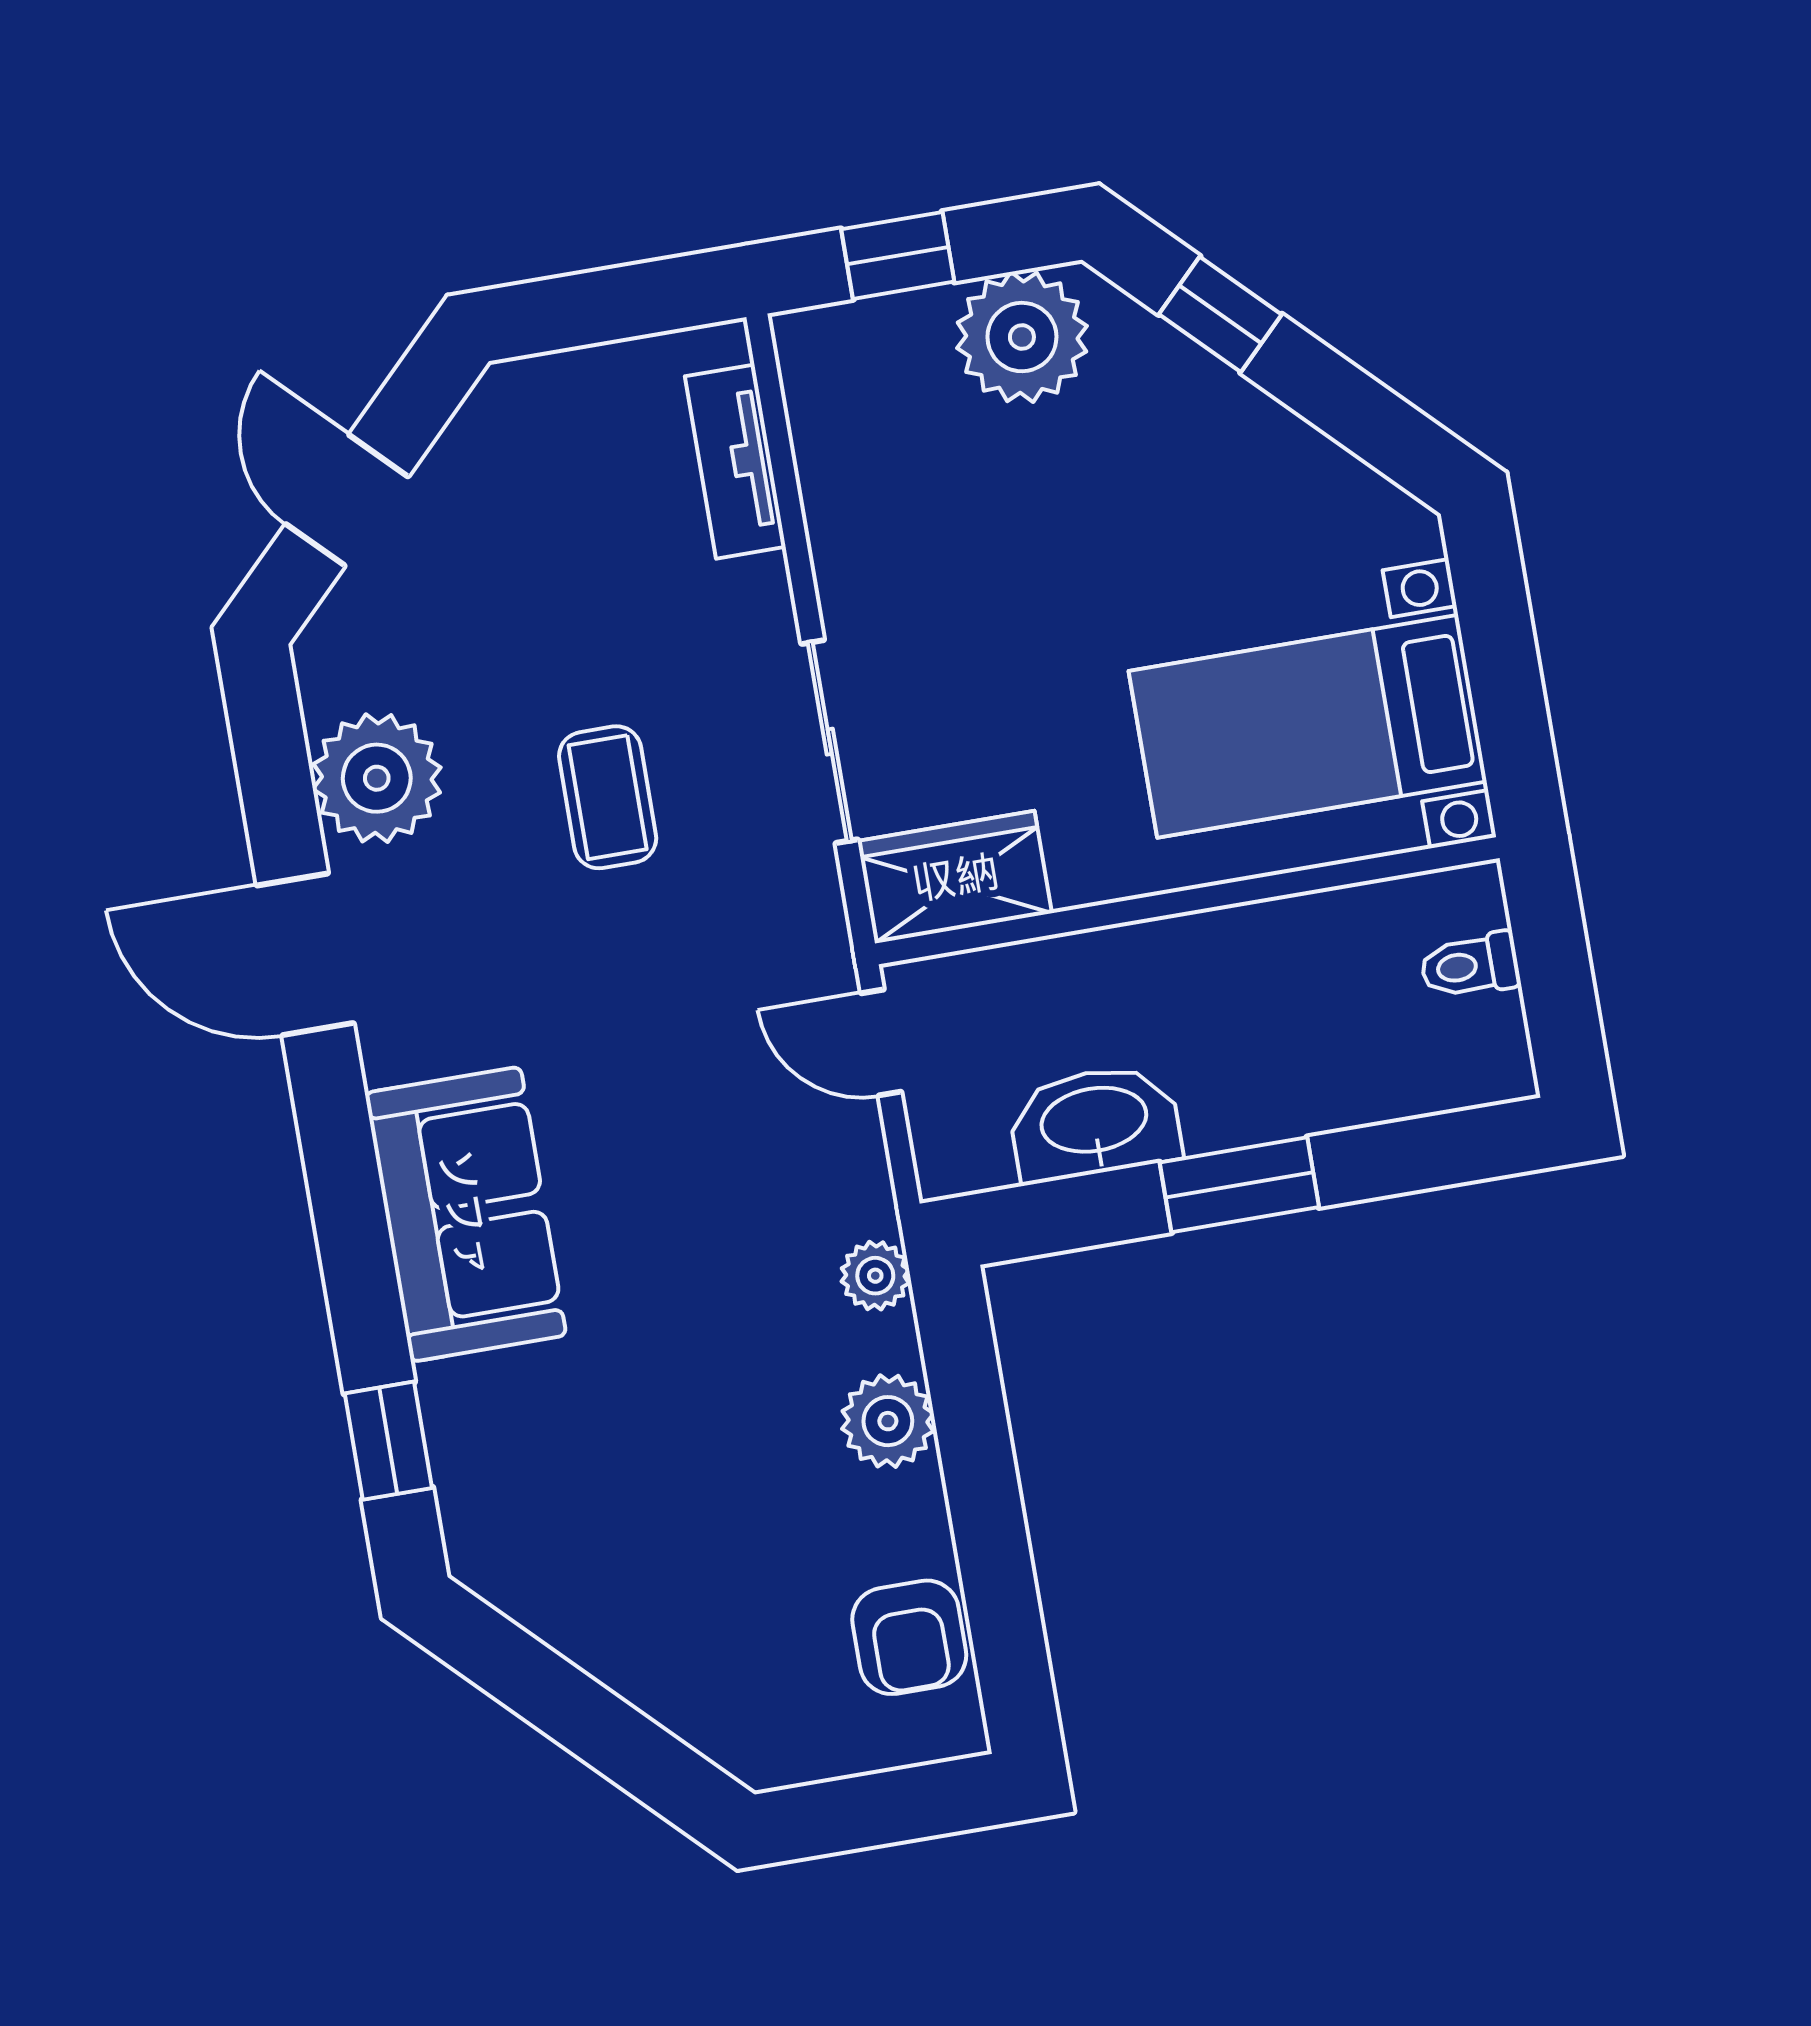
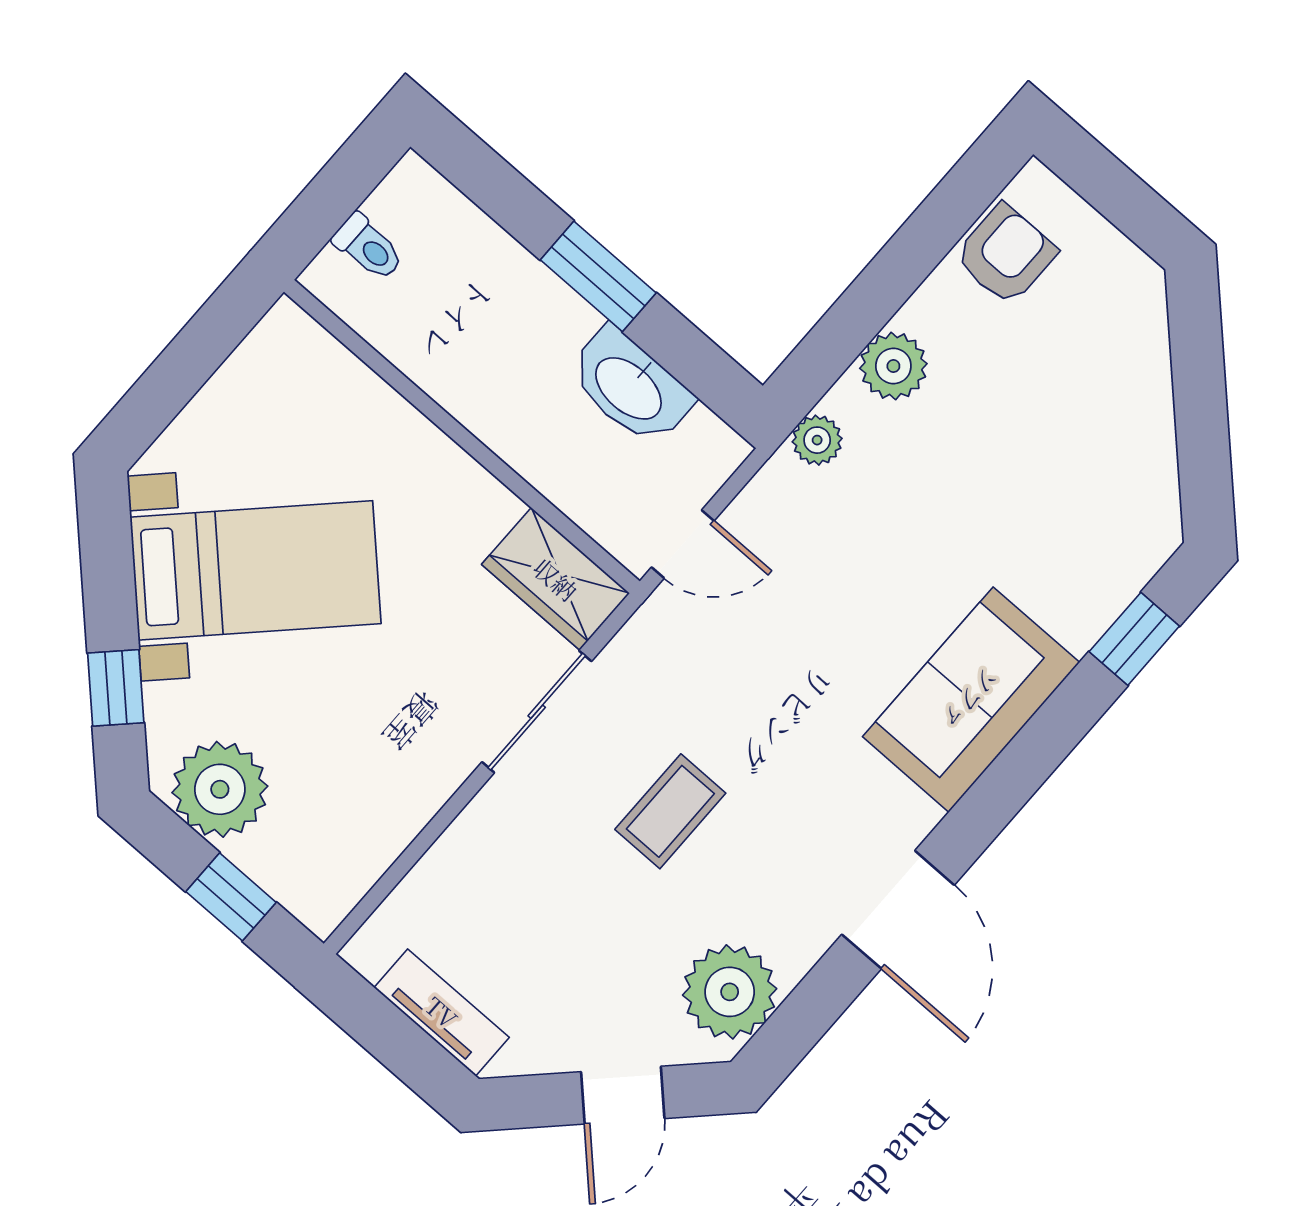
tv unit: (735, 462) -> (442, 1012), moved, turned -90
bed with nightstands: (1308, 726) -> (255, 570), moved, turned -45
plant: (377, 778) -> (730, 992), moved
door: (881, 1043) -> (683, 544), hinge flipped

